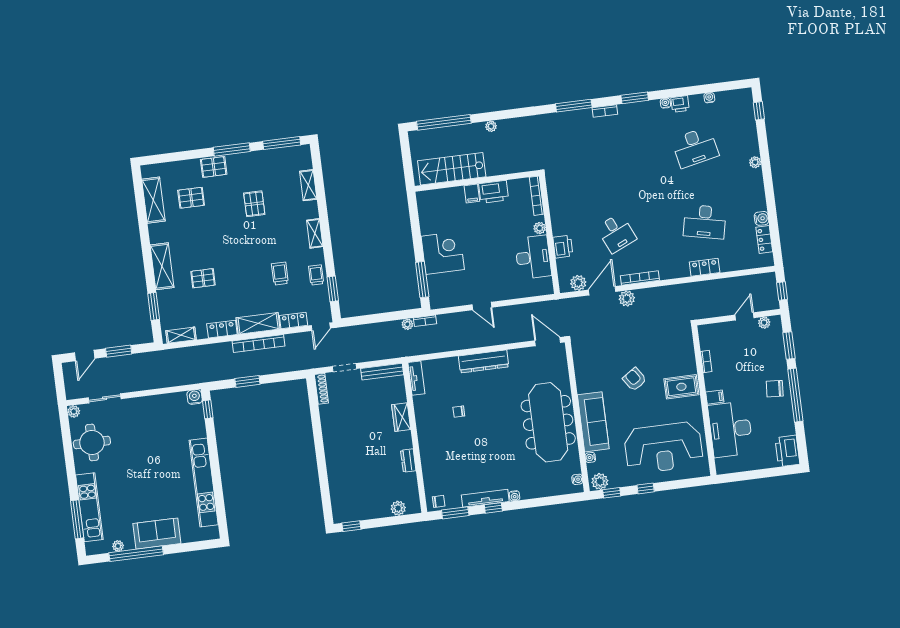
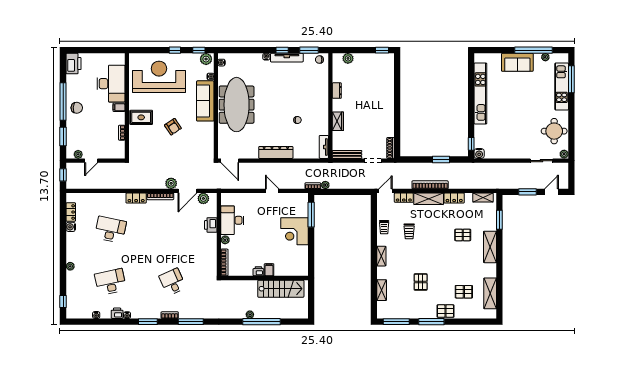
window: (444, 122) -> (262, 322), moved
printer: (494, 192) -> (258, 271), width x0.53, depth x0.68
desk: (616, 233) -> (173, 282), moved
locker: (705, 267) -> (136, 198), moved
window: (333, 289) -> (374, 216), removed

